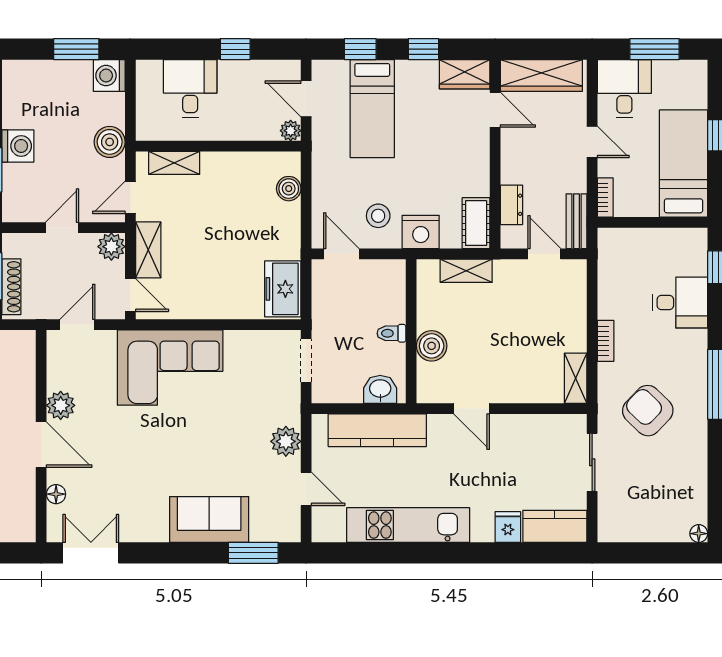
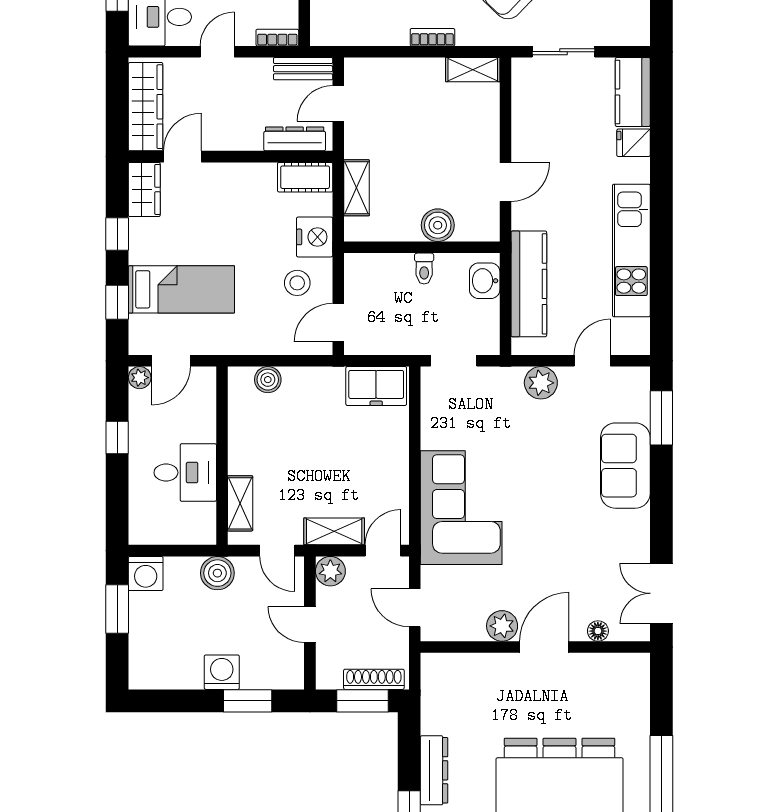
desk: (190, 88) -> (185, 473), moved, turned 180
plant: (291, 131) -> (140, 378), moved
dresser: (511, 205) -> (295, 139), width x1.44

